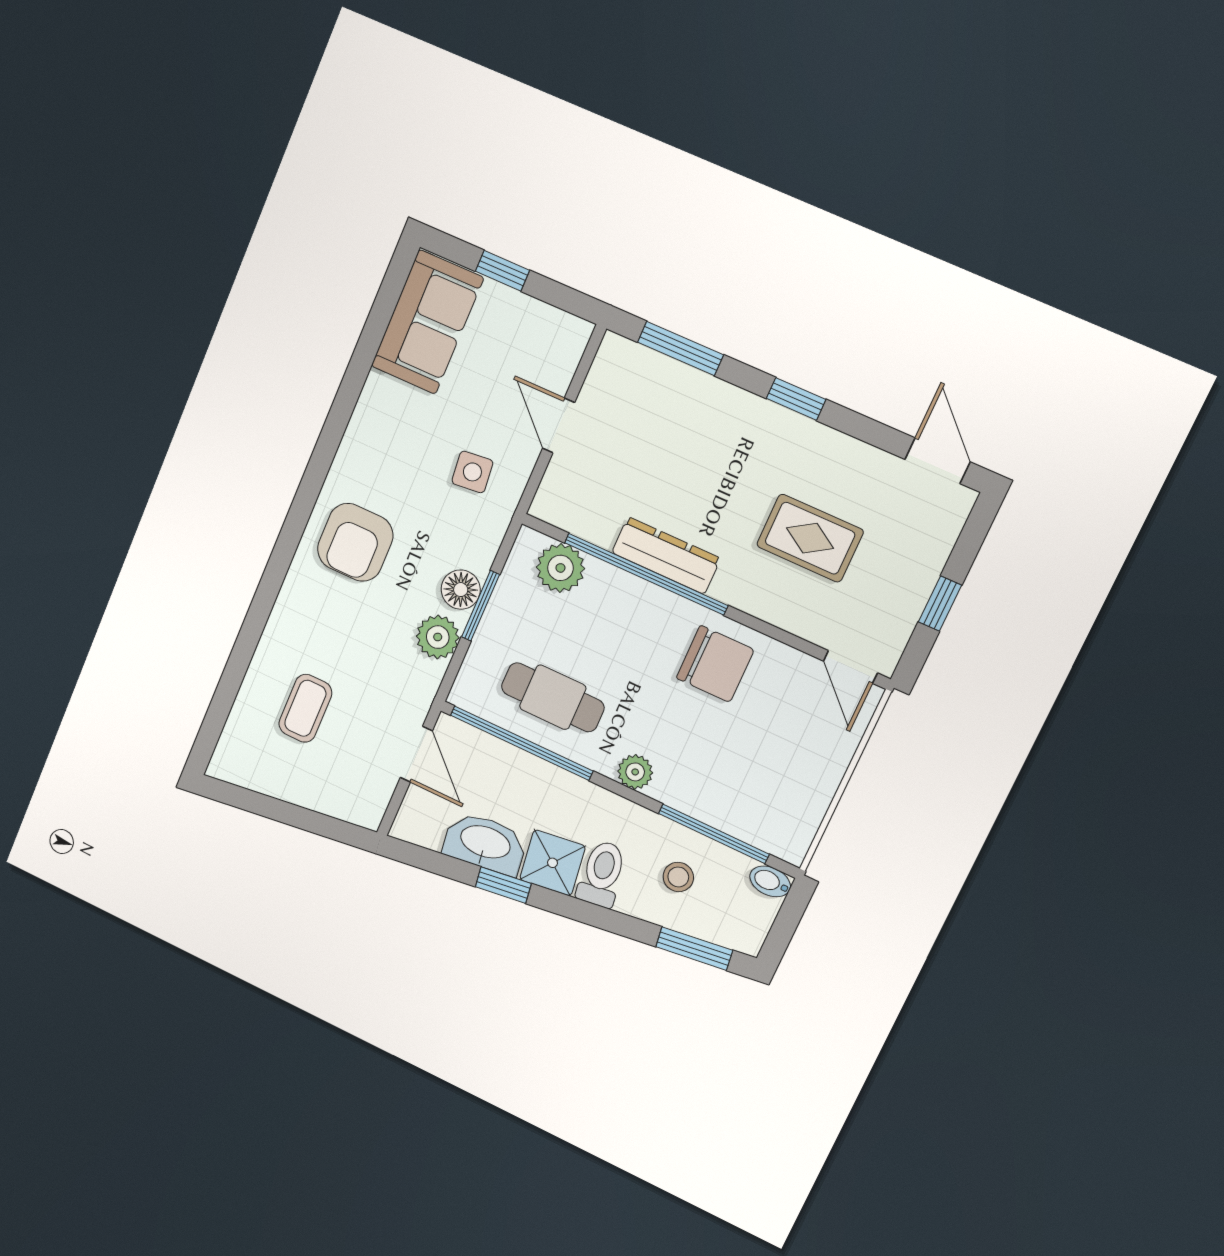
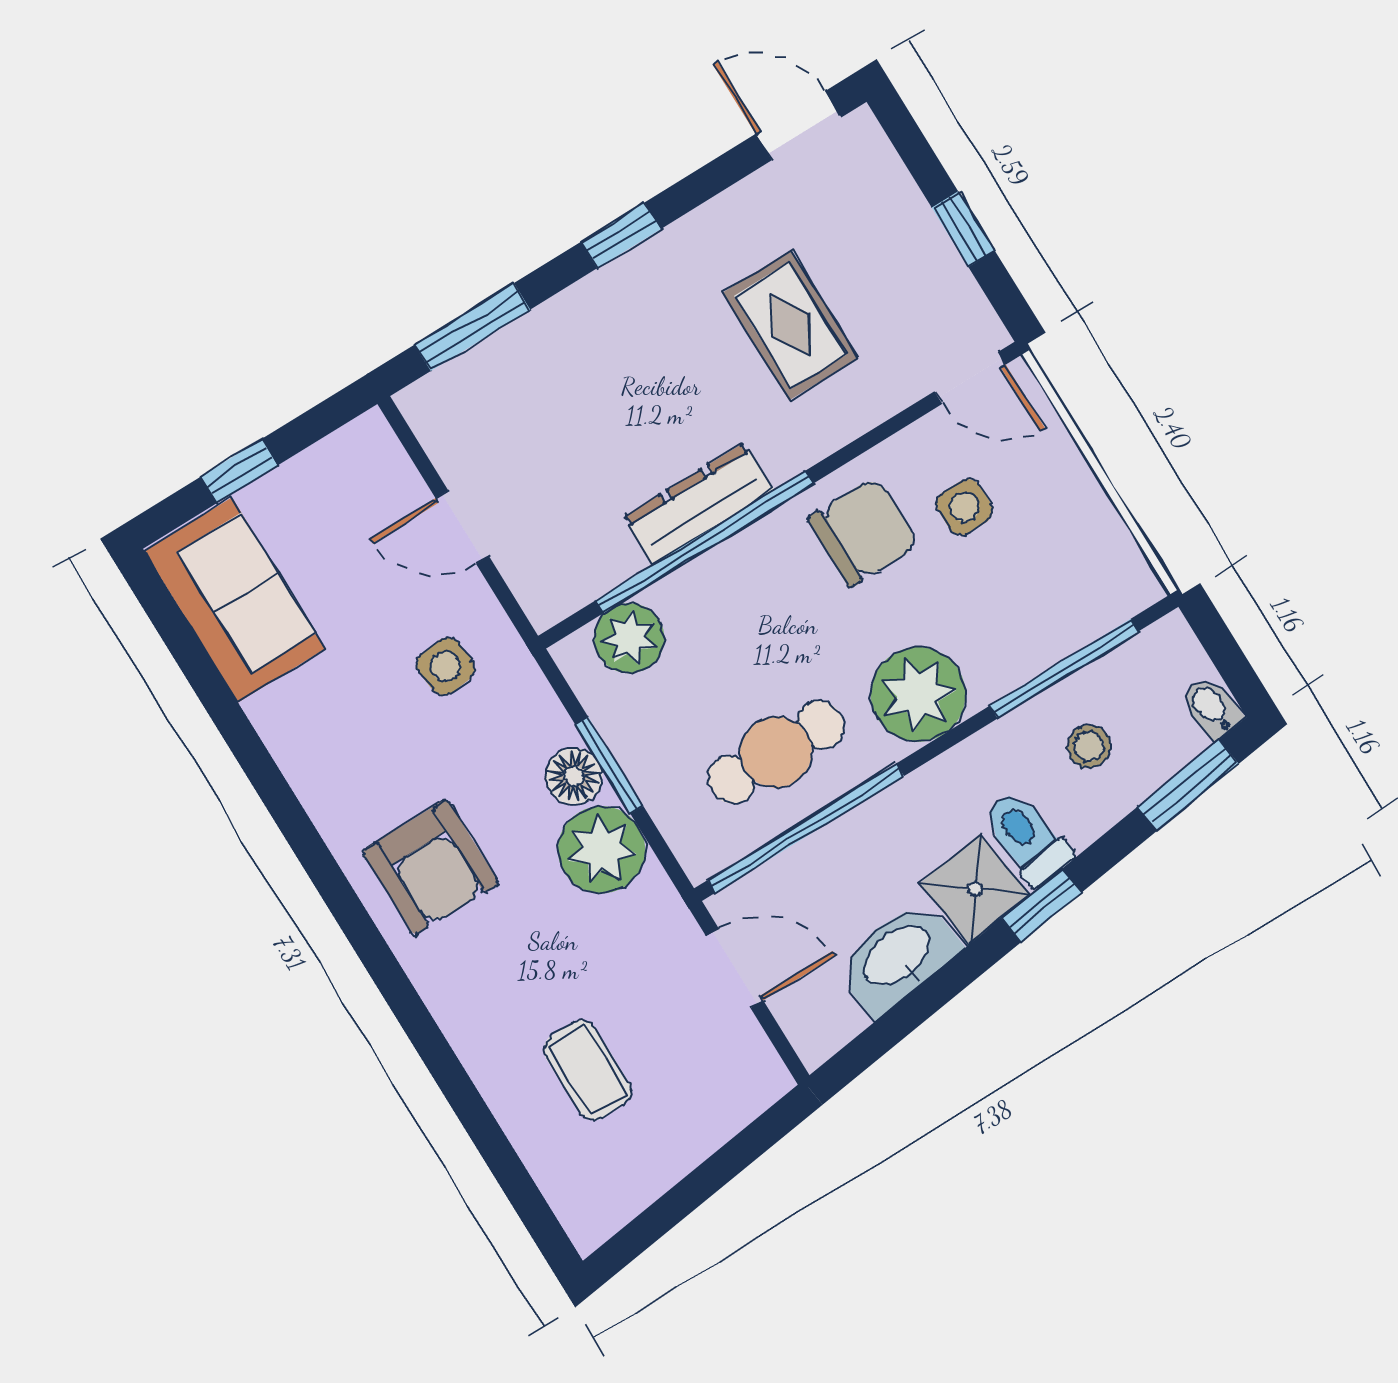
rug: (810, 538) -> (790, 325), turned 90
plant: (438, 637) -> (601, 850), width x1.36, depth x1.36
side table: (770, 714) -> (965, 507), added
plant: (635, 772) -> (918, 694), width x1.87, depth x1.87
bidet: (770, 881) -> (1212, 708), moved, turned 82
window: (503, 885) -> (1042, 905), moved

